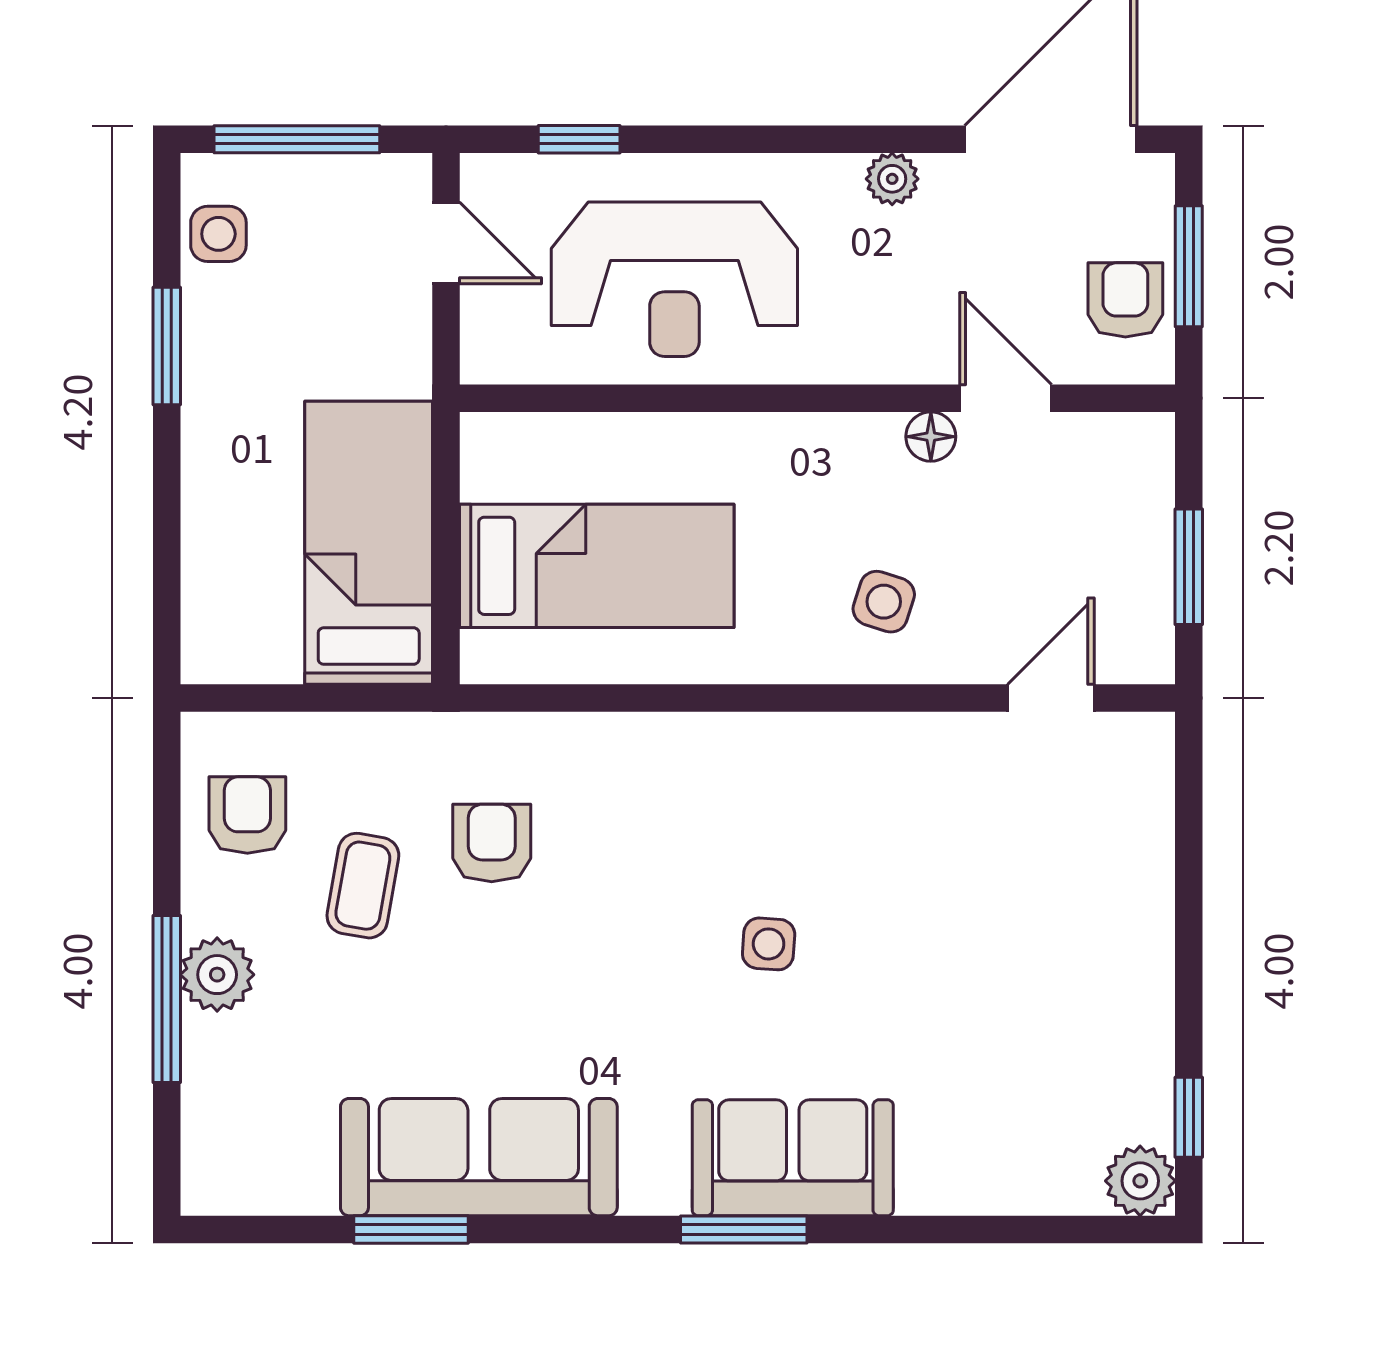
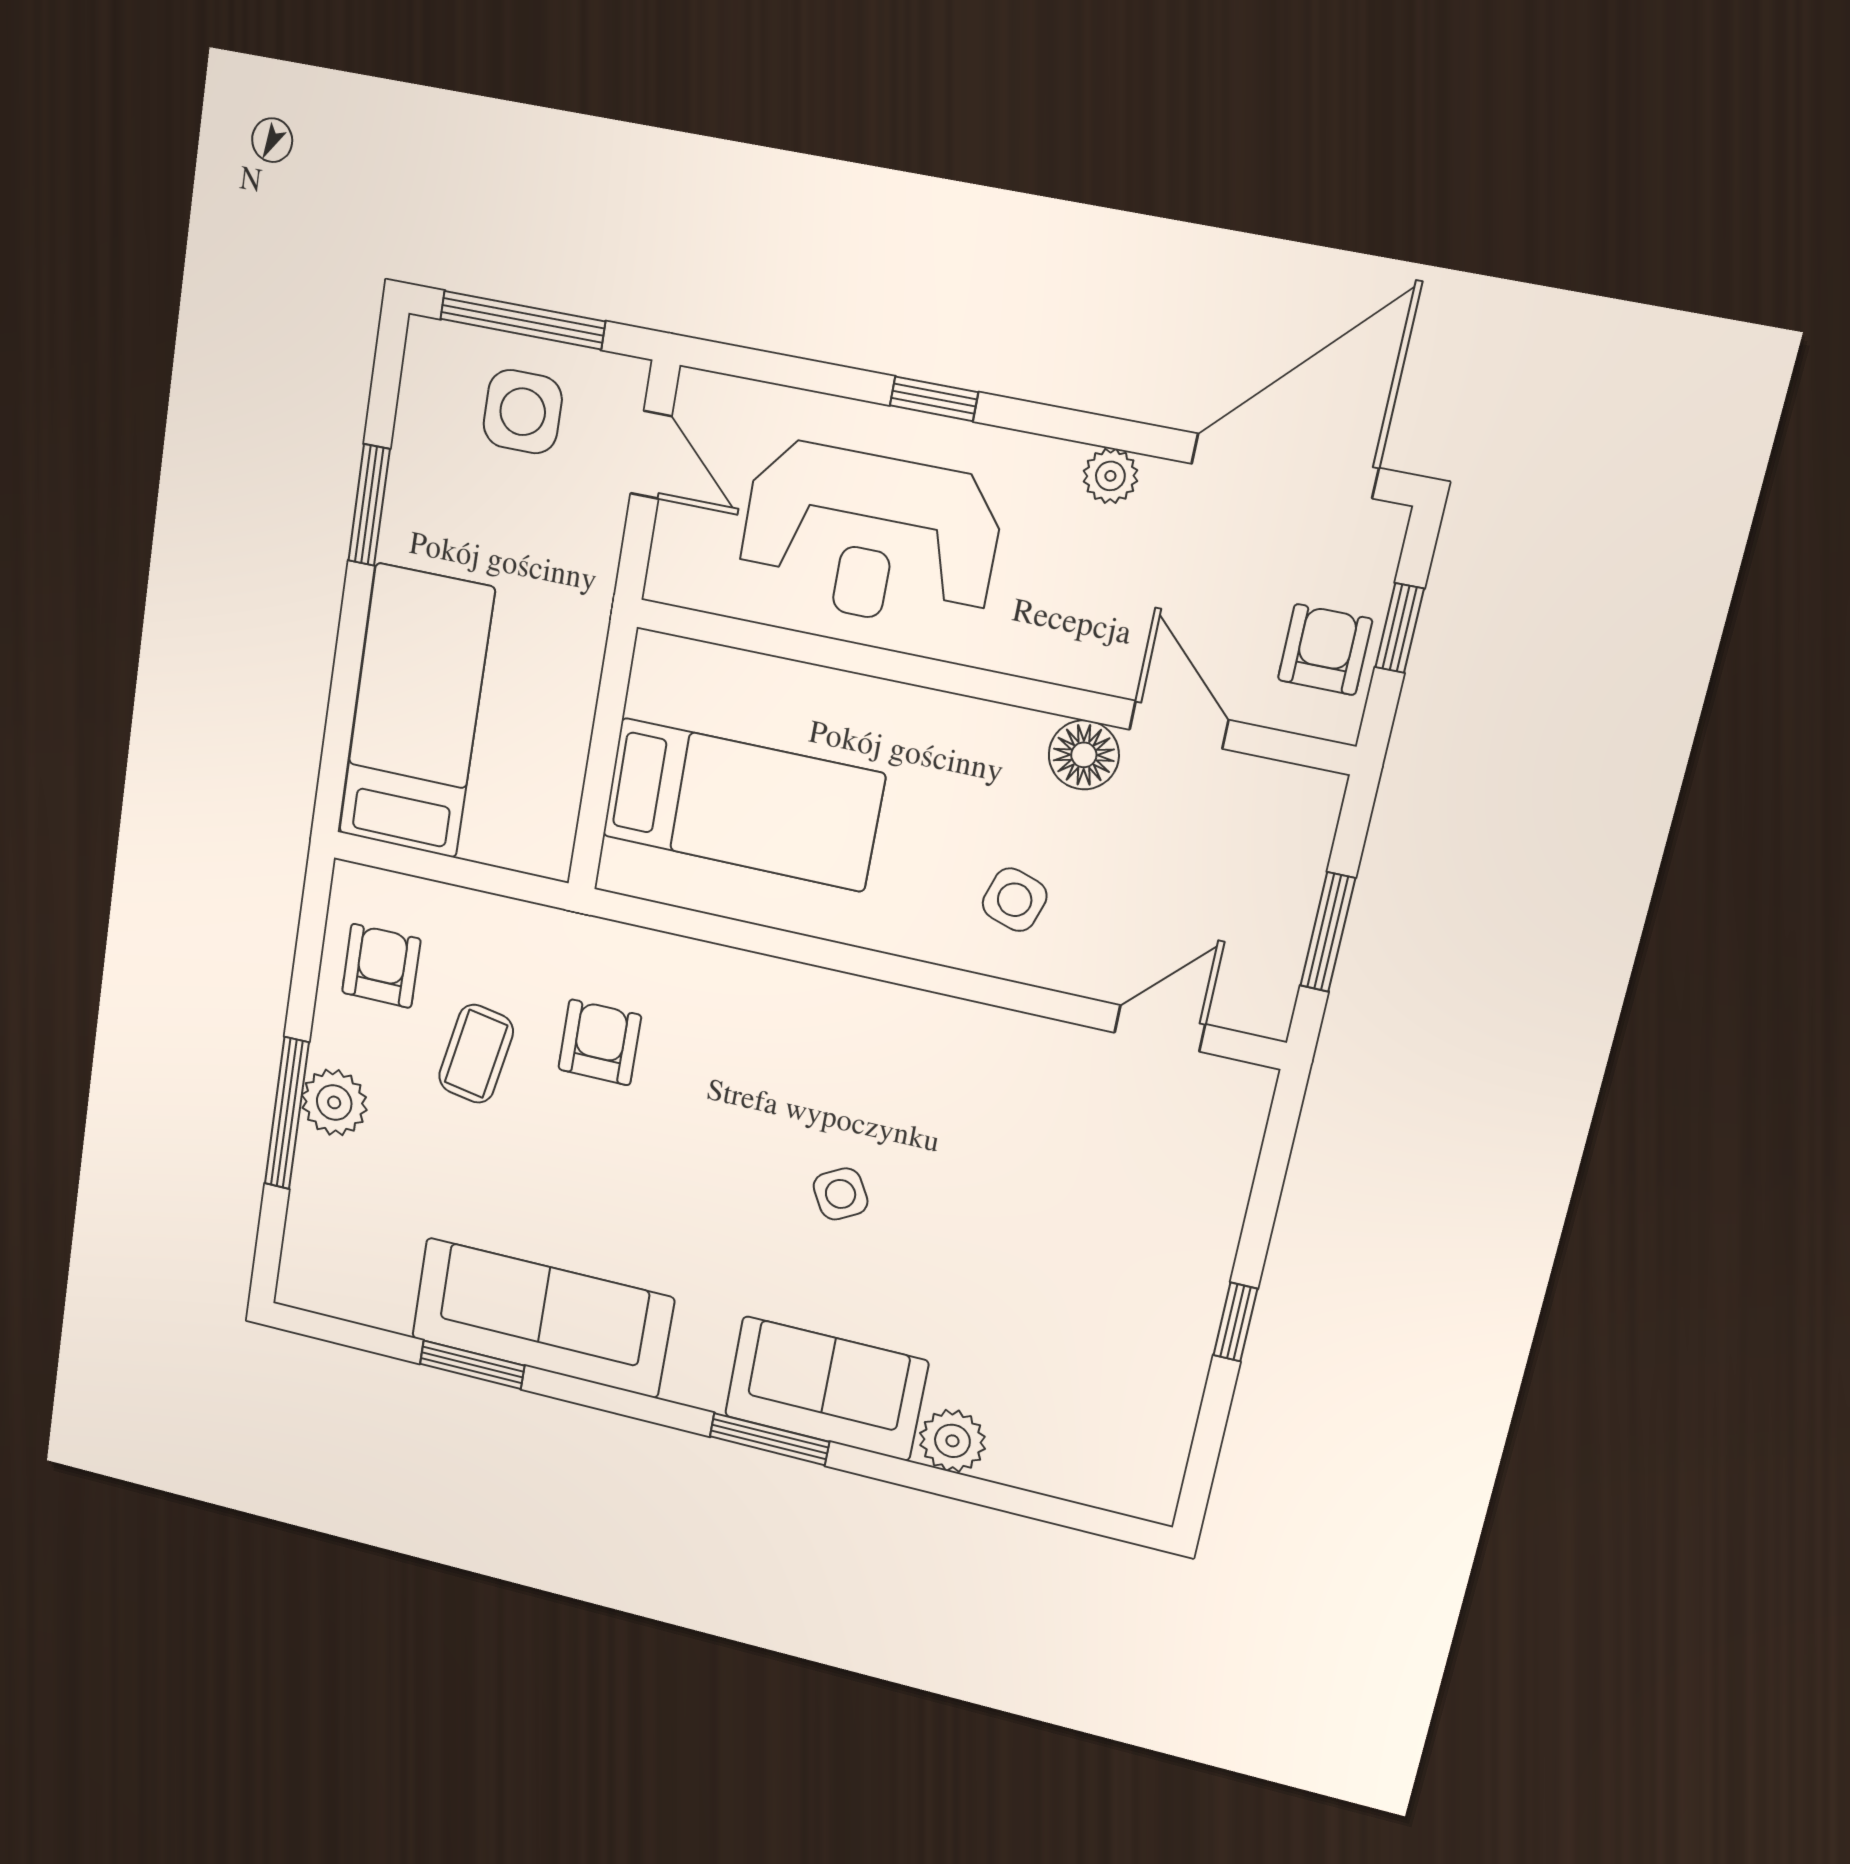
window: (579, 139) -> (934, 399), moved
side table: (218, 234) -> (523, 412), moved, width x1.37, depth x1.37
window: (1189, 266) -> (1400, 628), width x0.67
floor lamp: (931, 437) -> (1084, 755), width x1.37, depth x1.37
bed: (369, 543) -> (416, 712), moved
side table: (769, 944) -> (840, 1194), turned -33
window: (1189, 1117) -> (1235, 1322), moved
plant: (1140, 1181) -> (952, 1441), moved

